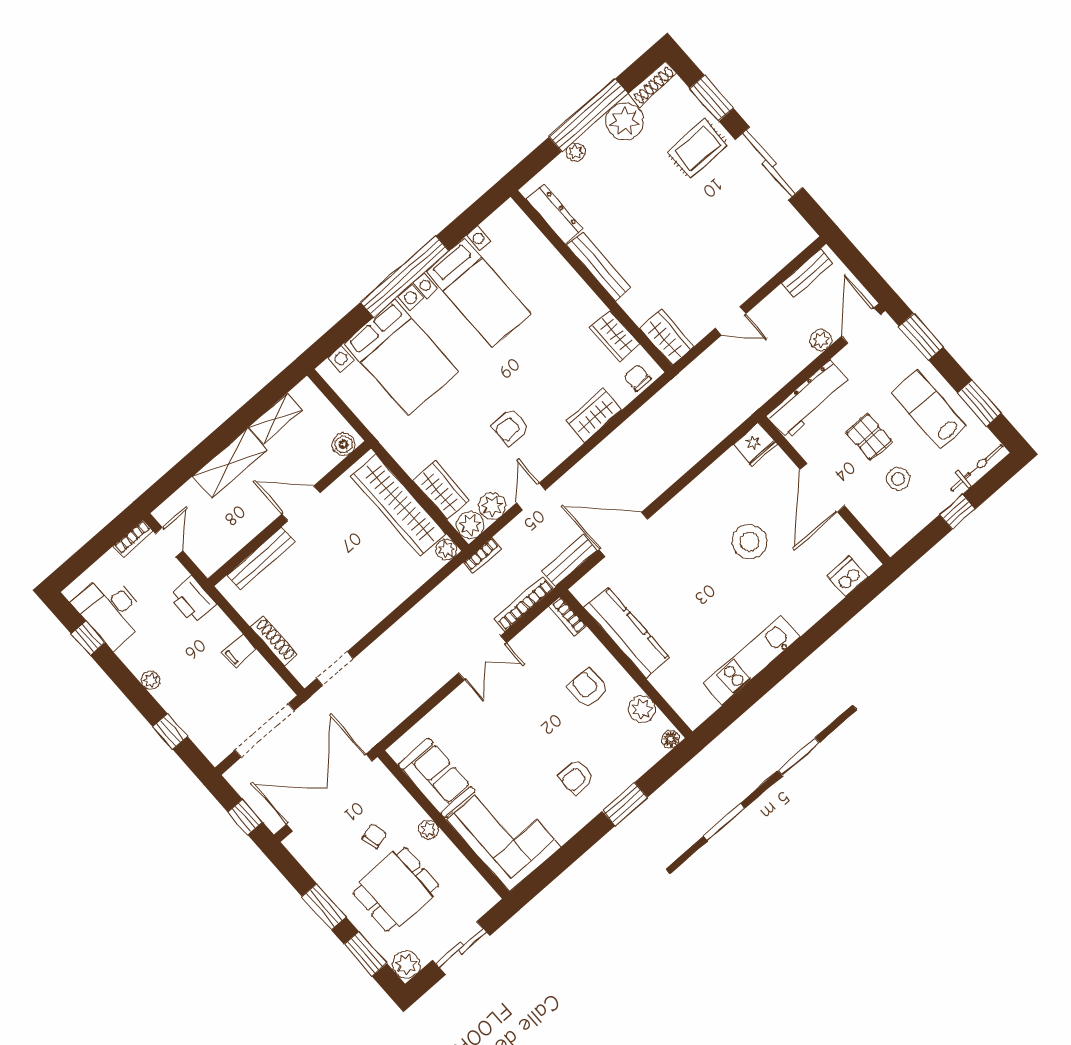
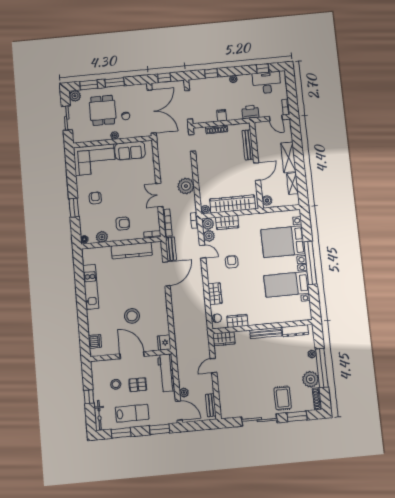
plant: (428, 620) -> (186, 186), added

